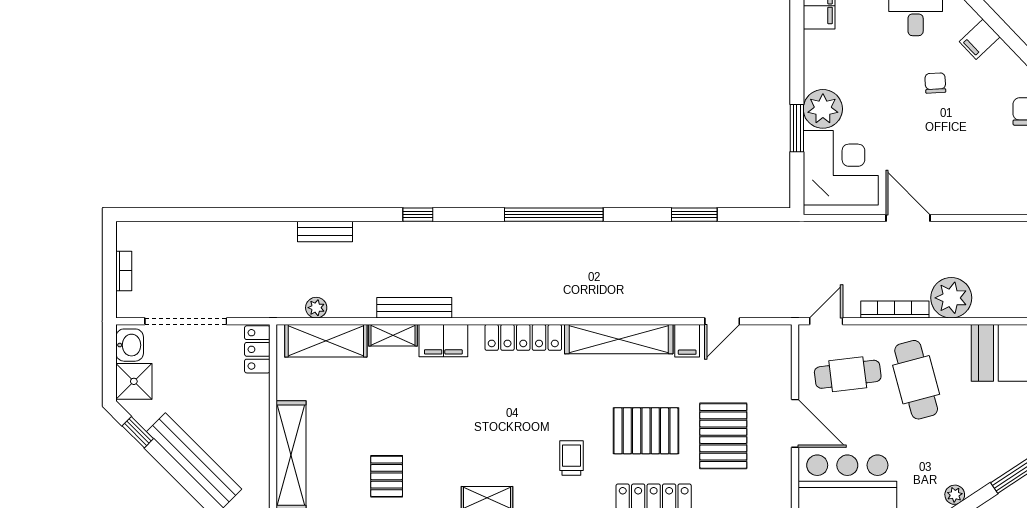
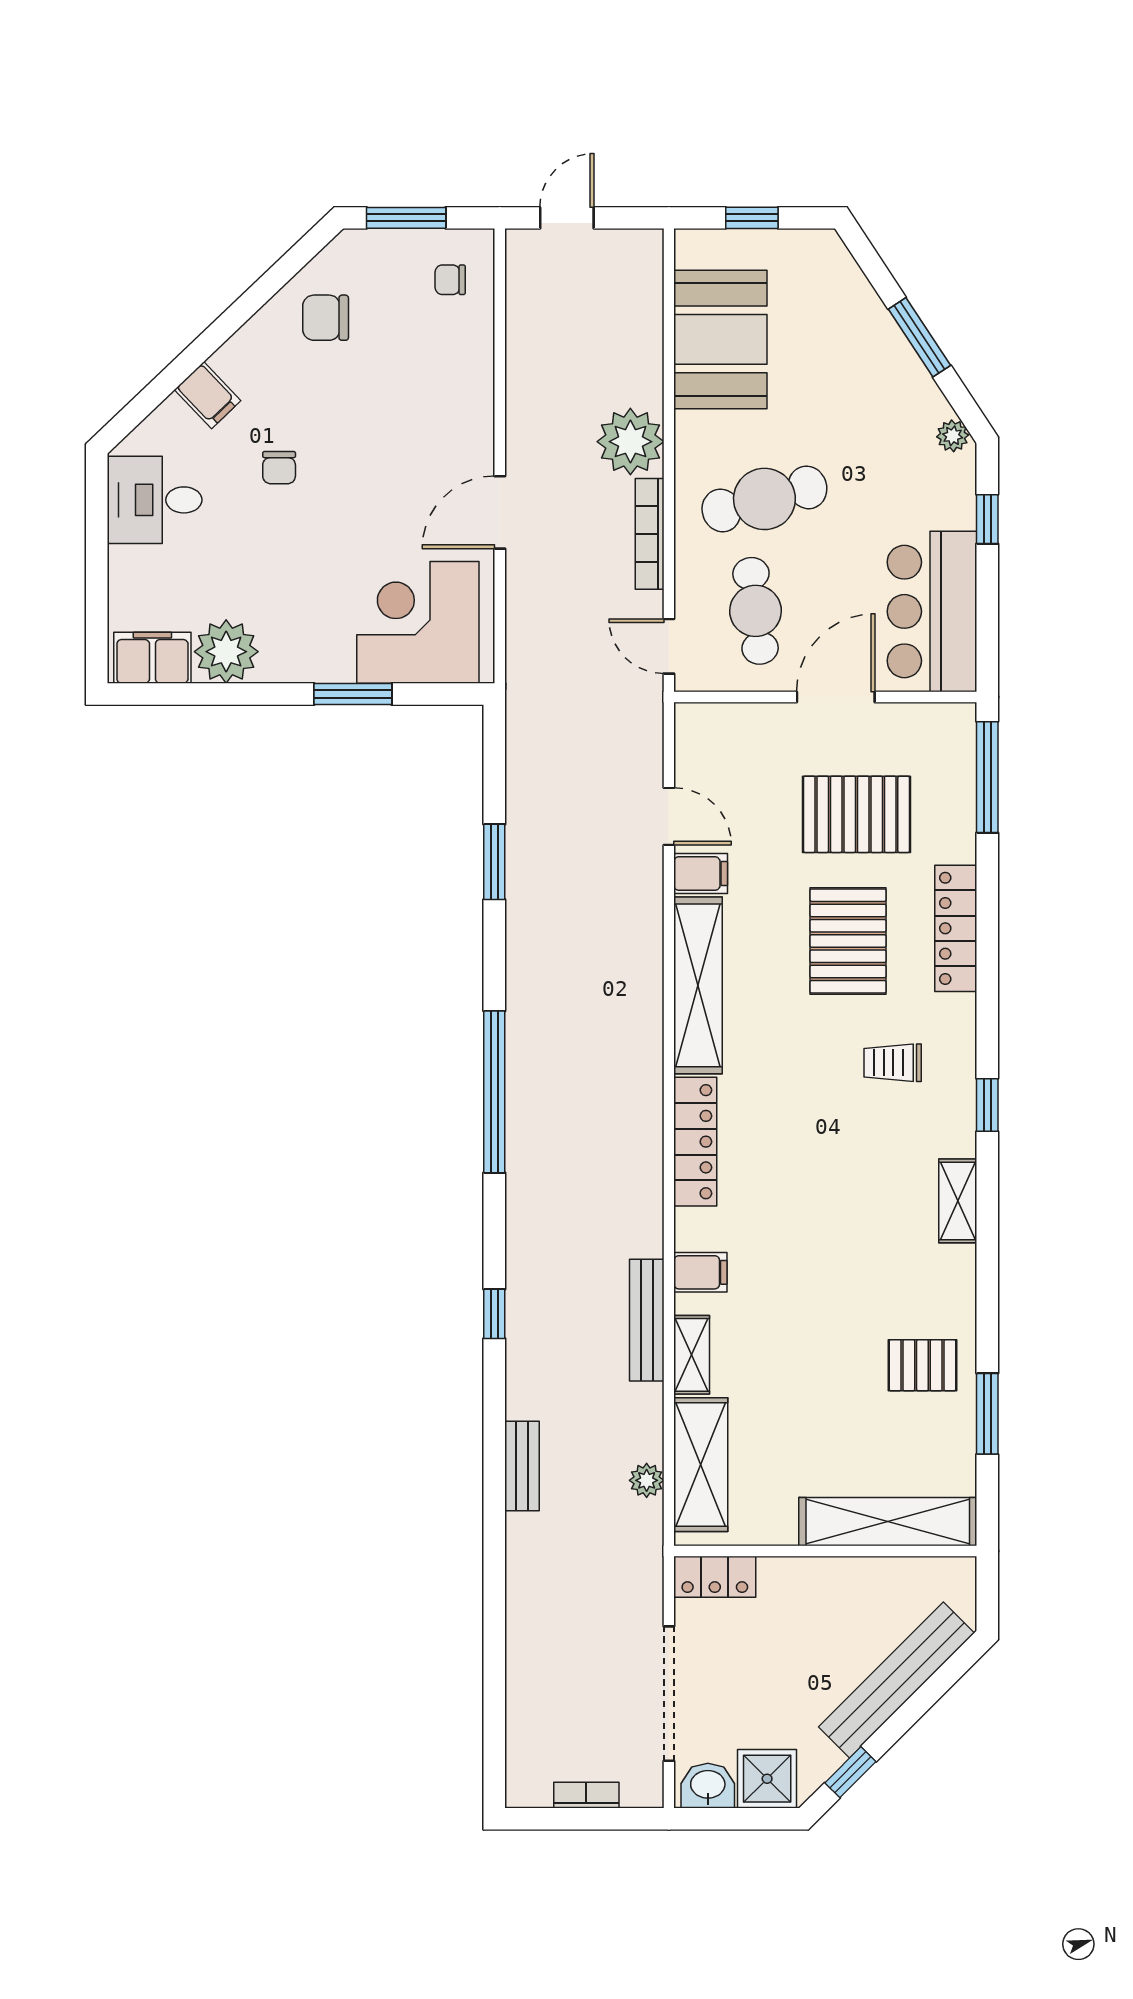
chair: (935, 83) -> (279, 468), turned -87
plant: (823, 109) -> (226, 652), moved
filing cabinet: (443, 341) -> (700, 1272), width x0.50

